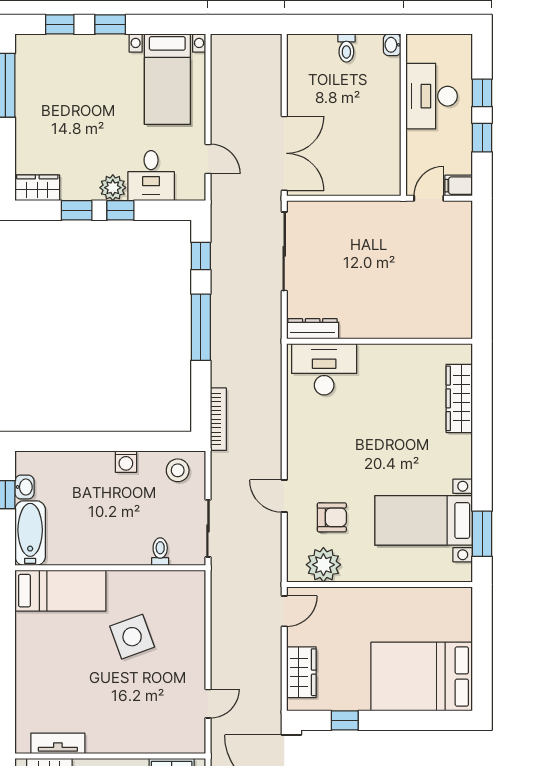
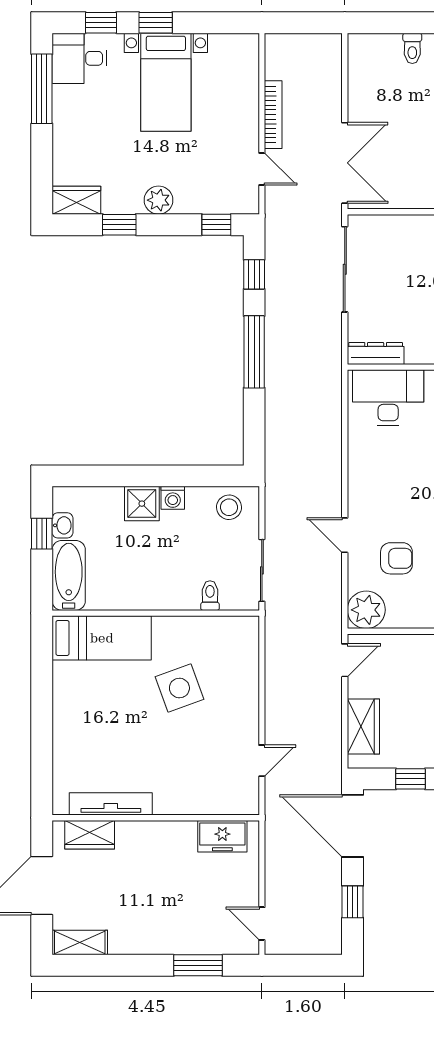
bed with nightstands: (167, 79) -> (166, 82), moved
desk: (151, 176) -> (79, 58), moved, turned 90
window: (120, 210) -> (216, 225), moved
bookcase: (218, 419) -> (273, 115), moved
shower: (97, 467) -> (142, 504), added
plant: (323, 565) -> (366, 610), moved
tv unit: (58, 743) -> (111, 804), width x1.41

